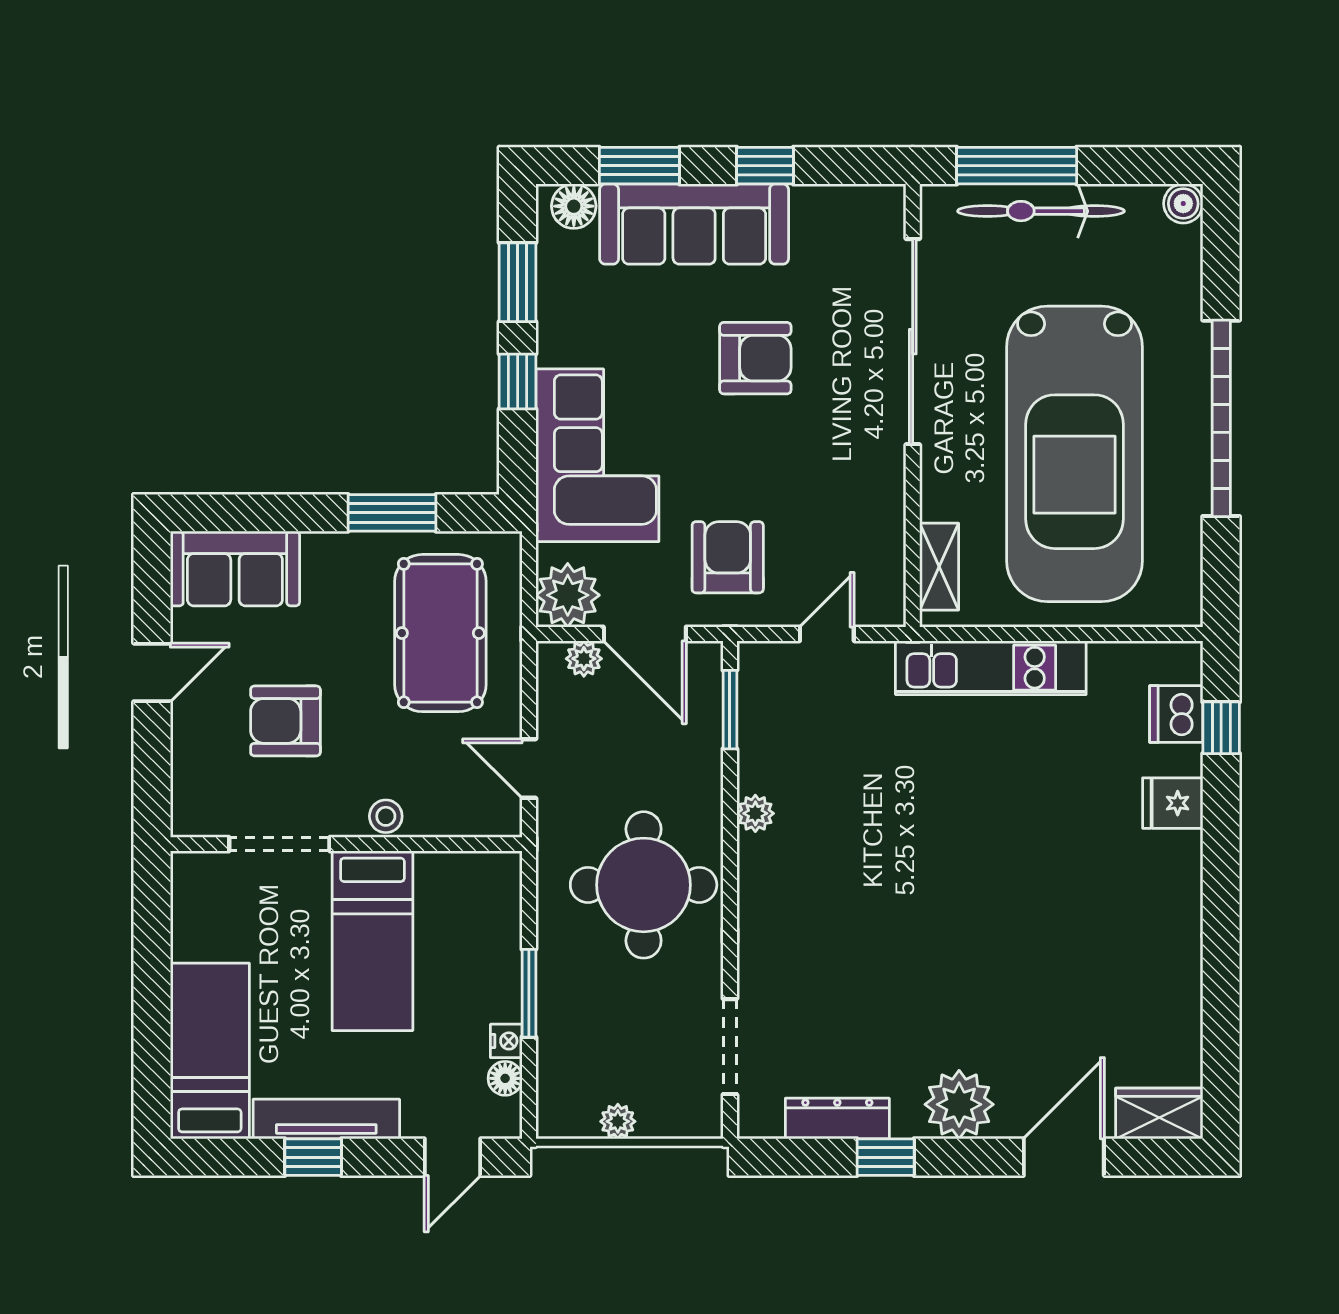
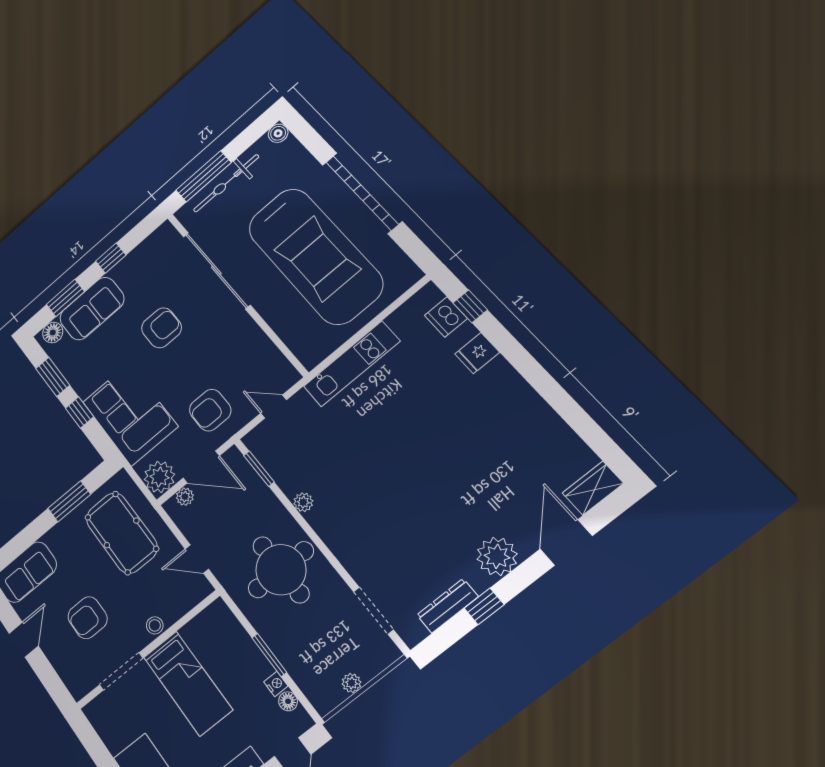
sofa: (694, 224) -> (92, 309), width x0.73
armchair: (728, 557) -> (210, 410), turned -90
shelving: (939, 567) -> (297, 343), removed
door: (827, 634) -> (274, 407), hinge flipped

